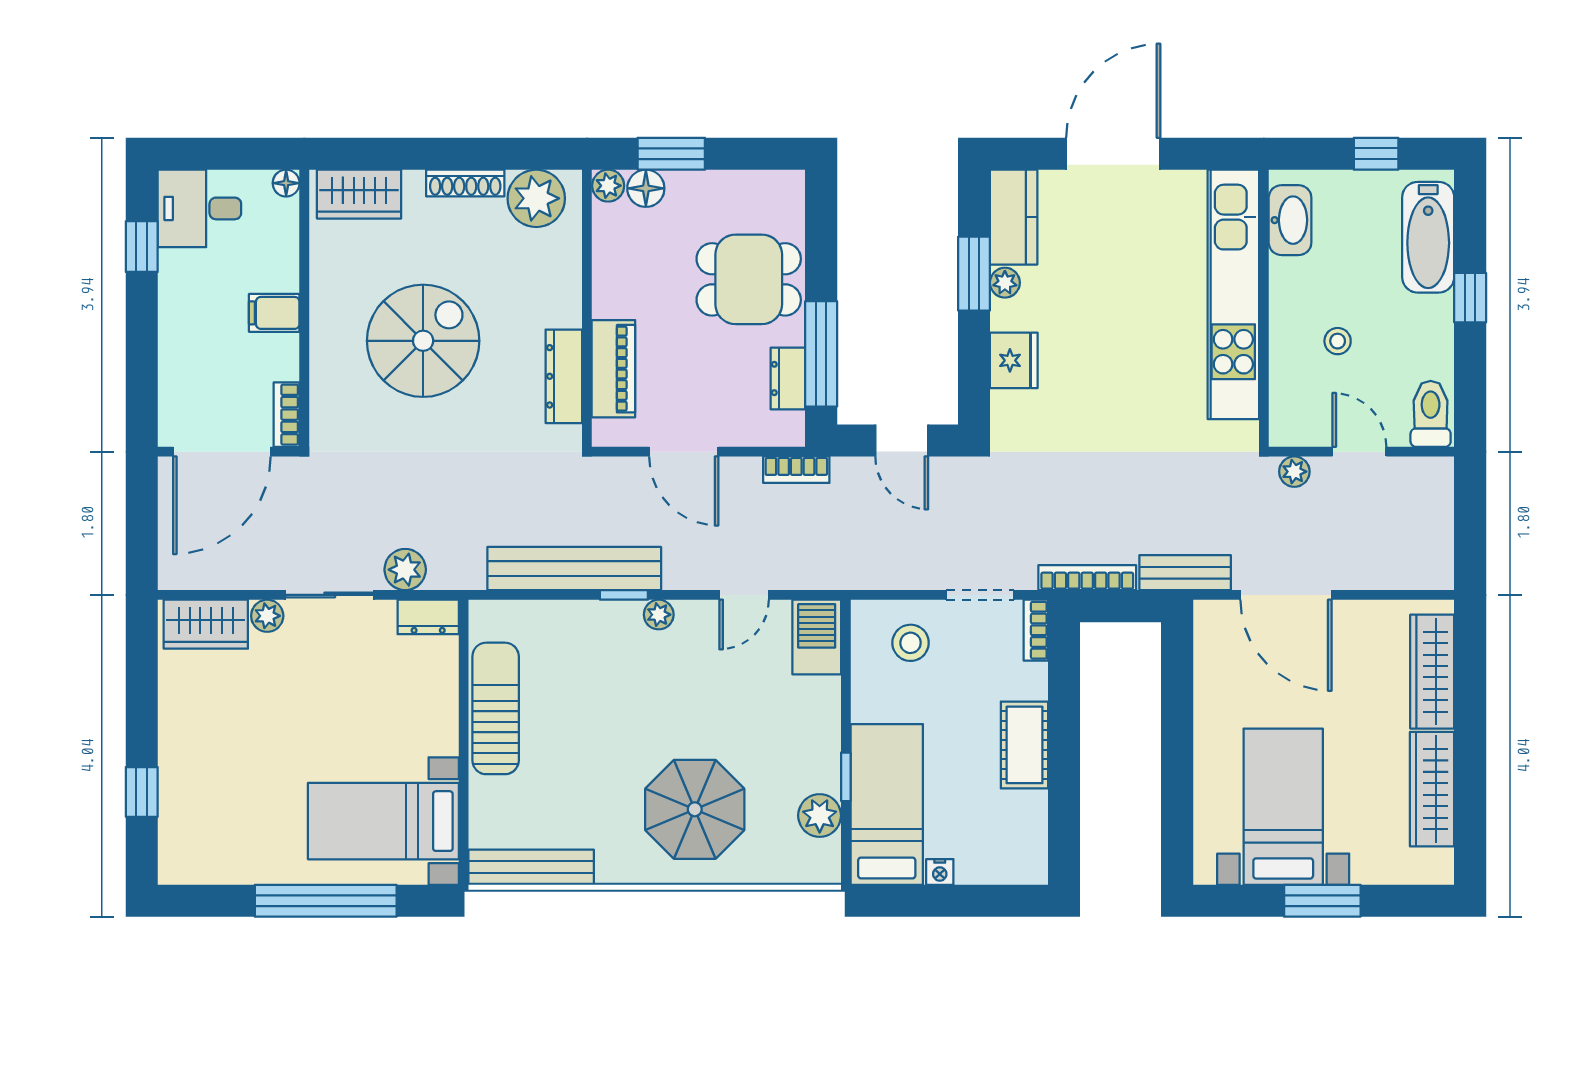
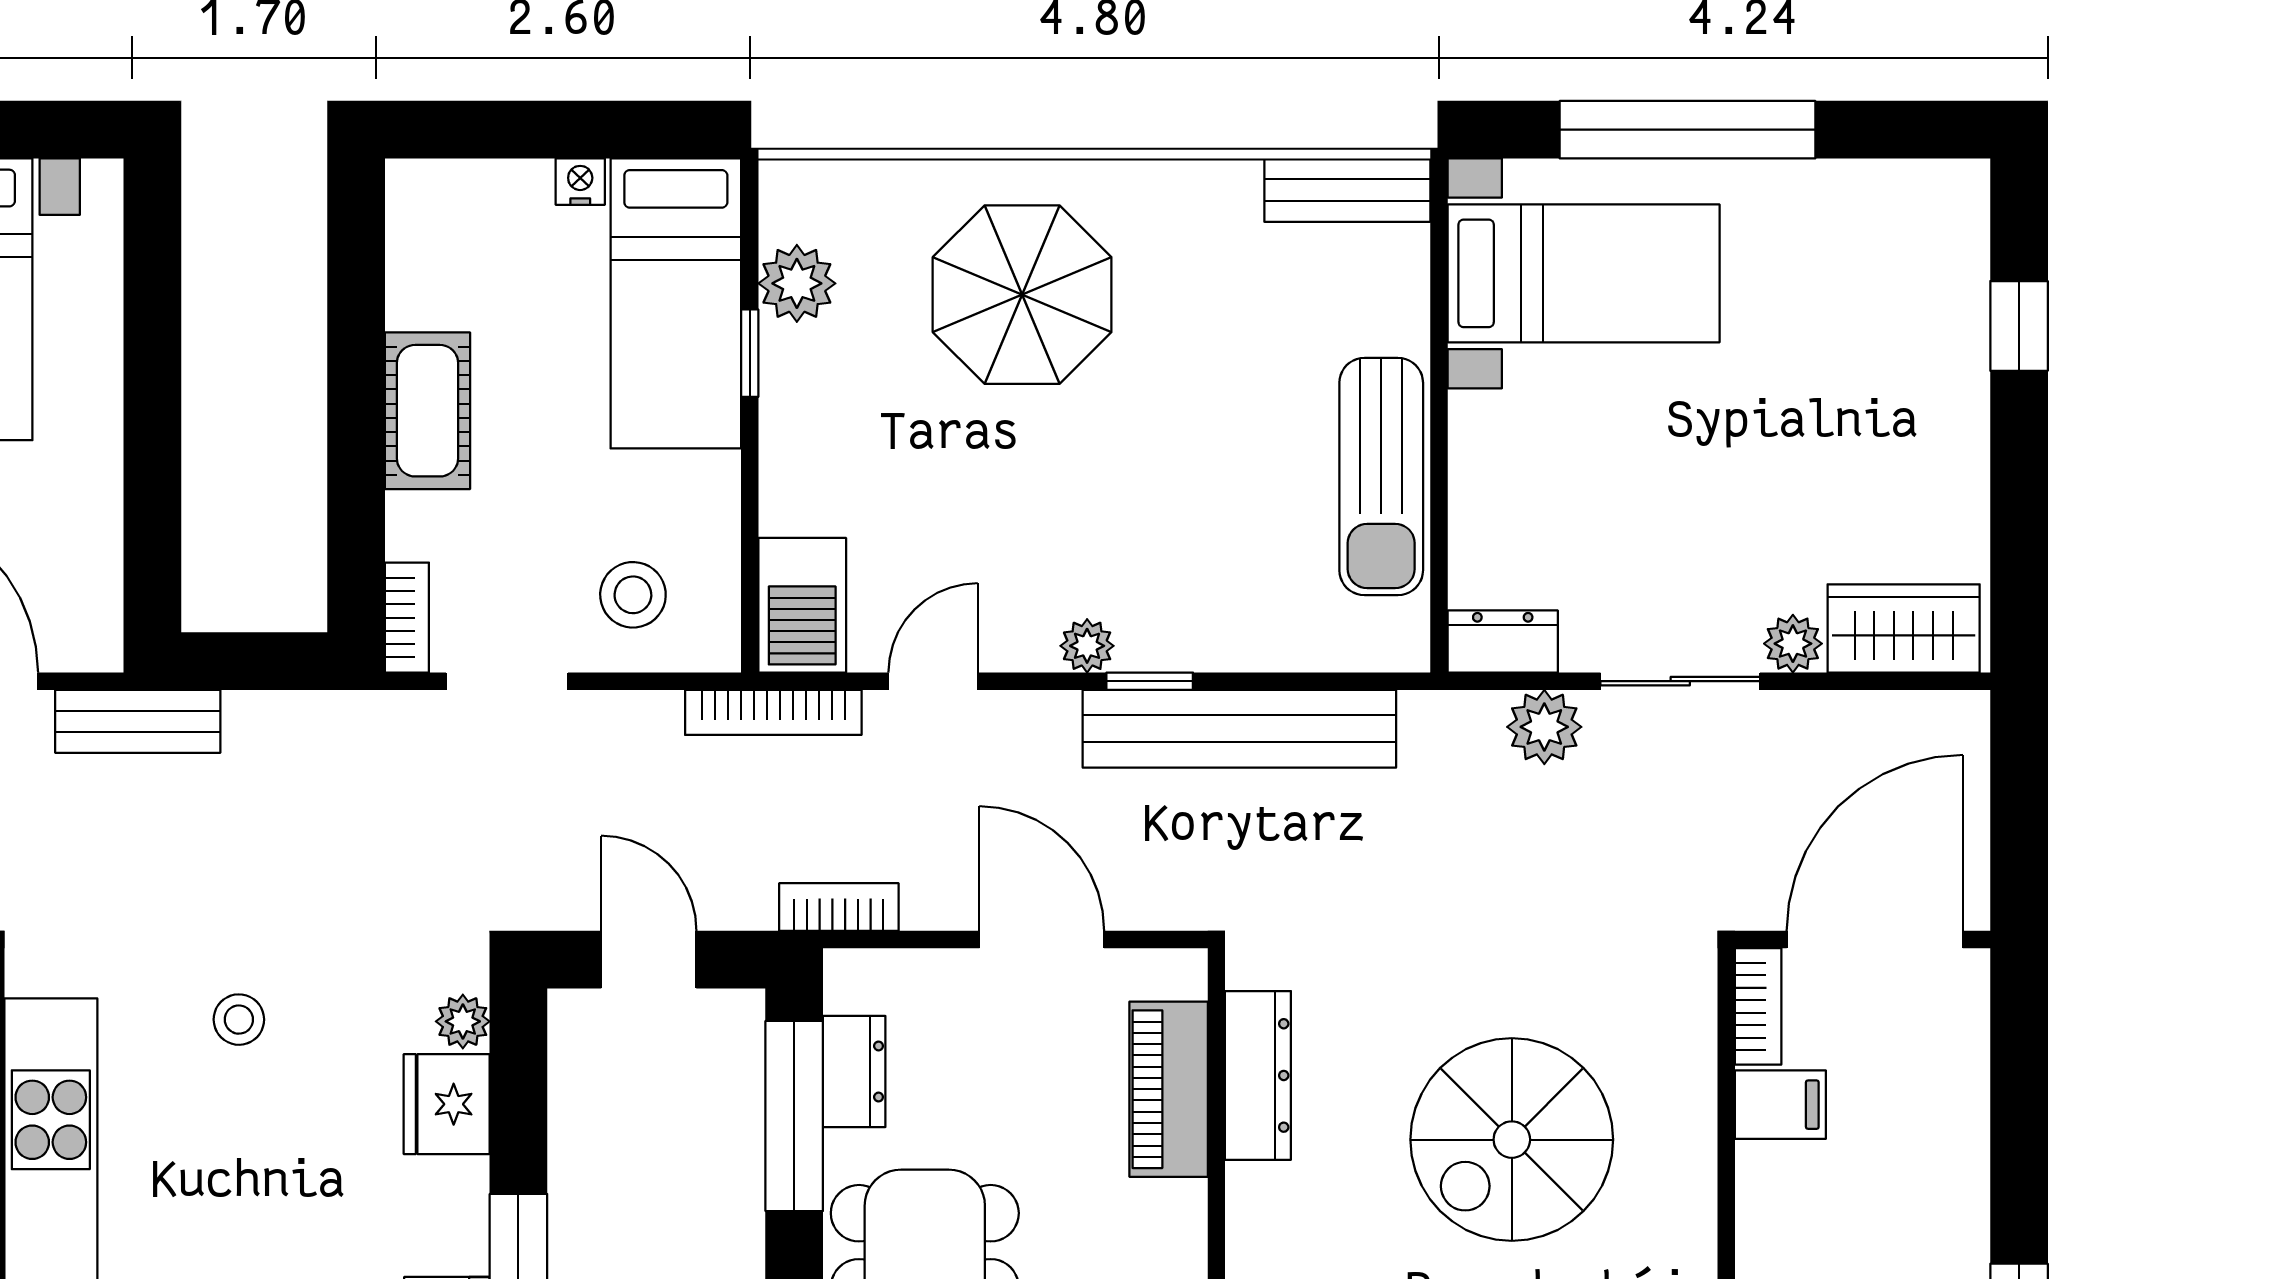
plant: (1005, 283) -> (463, 1021), moved
filing cabinet: (274, 313) -> (1780, 1105), moved
stool: (1129, 407) -> (239, 1020), added
bookcase: (1087, 578) -> (773, 712), moved
bench: (531, 867) -> (1347, 190), width x0.73

